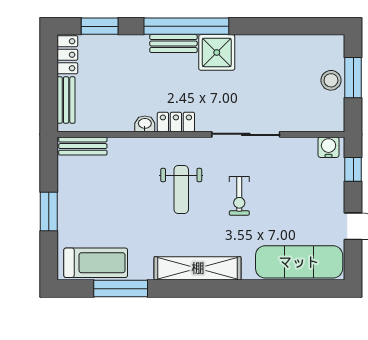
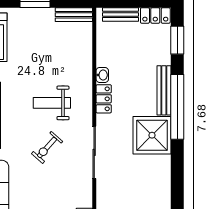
bench: (173, 44) -> (164, 90), width x1.36
shower: (217, 52) -> (152, 135), width x1.37, depth x1.37
bench: (83, 146) -> (74, 15), moved, turned 90
exercise bike: (239, 196) -> (47, 147), turned -48

